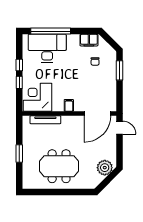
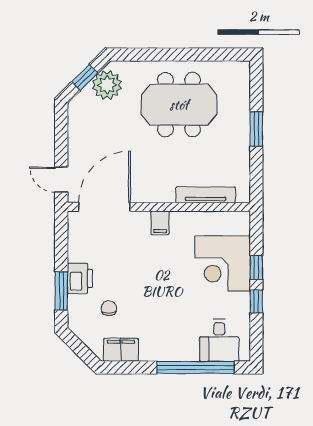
desk: (47, 48) -> (219, 340), width x0.53, depth x0.77
printer: (110, 77) -> (80, 279), added
corner desk: (37, 97) -> (223, 264), moved, turned 90
plant: (105, 168) -> (107, 85), moved
window: (108, 180) -> (85, 78), added

